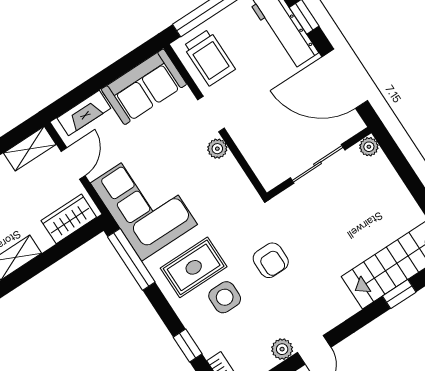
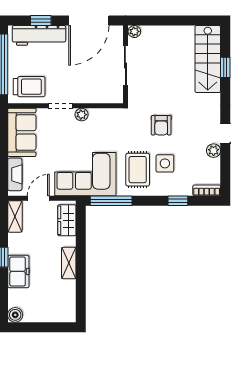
door: (73, 163) -> (38, 198), hinge flipped
armchair: (271, 260) -> (161, 125), turned 90

